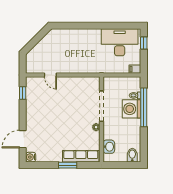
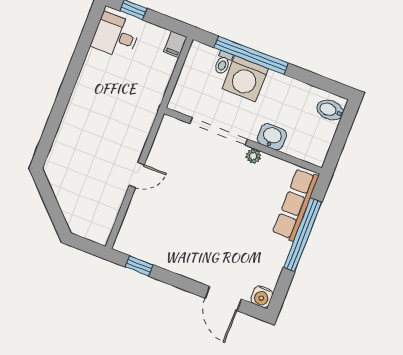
desk: (120, 42) -> (116, 36), width x0.53, depth x0.77
door: (50, 75) -> (137, 175), moved
washbasin: (109, 147) -> (272, 137), moved
window: (68, 165) -> (303, 235), width x2.11

